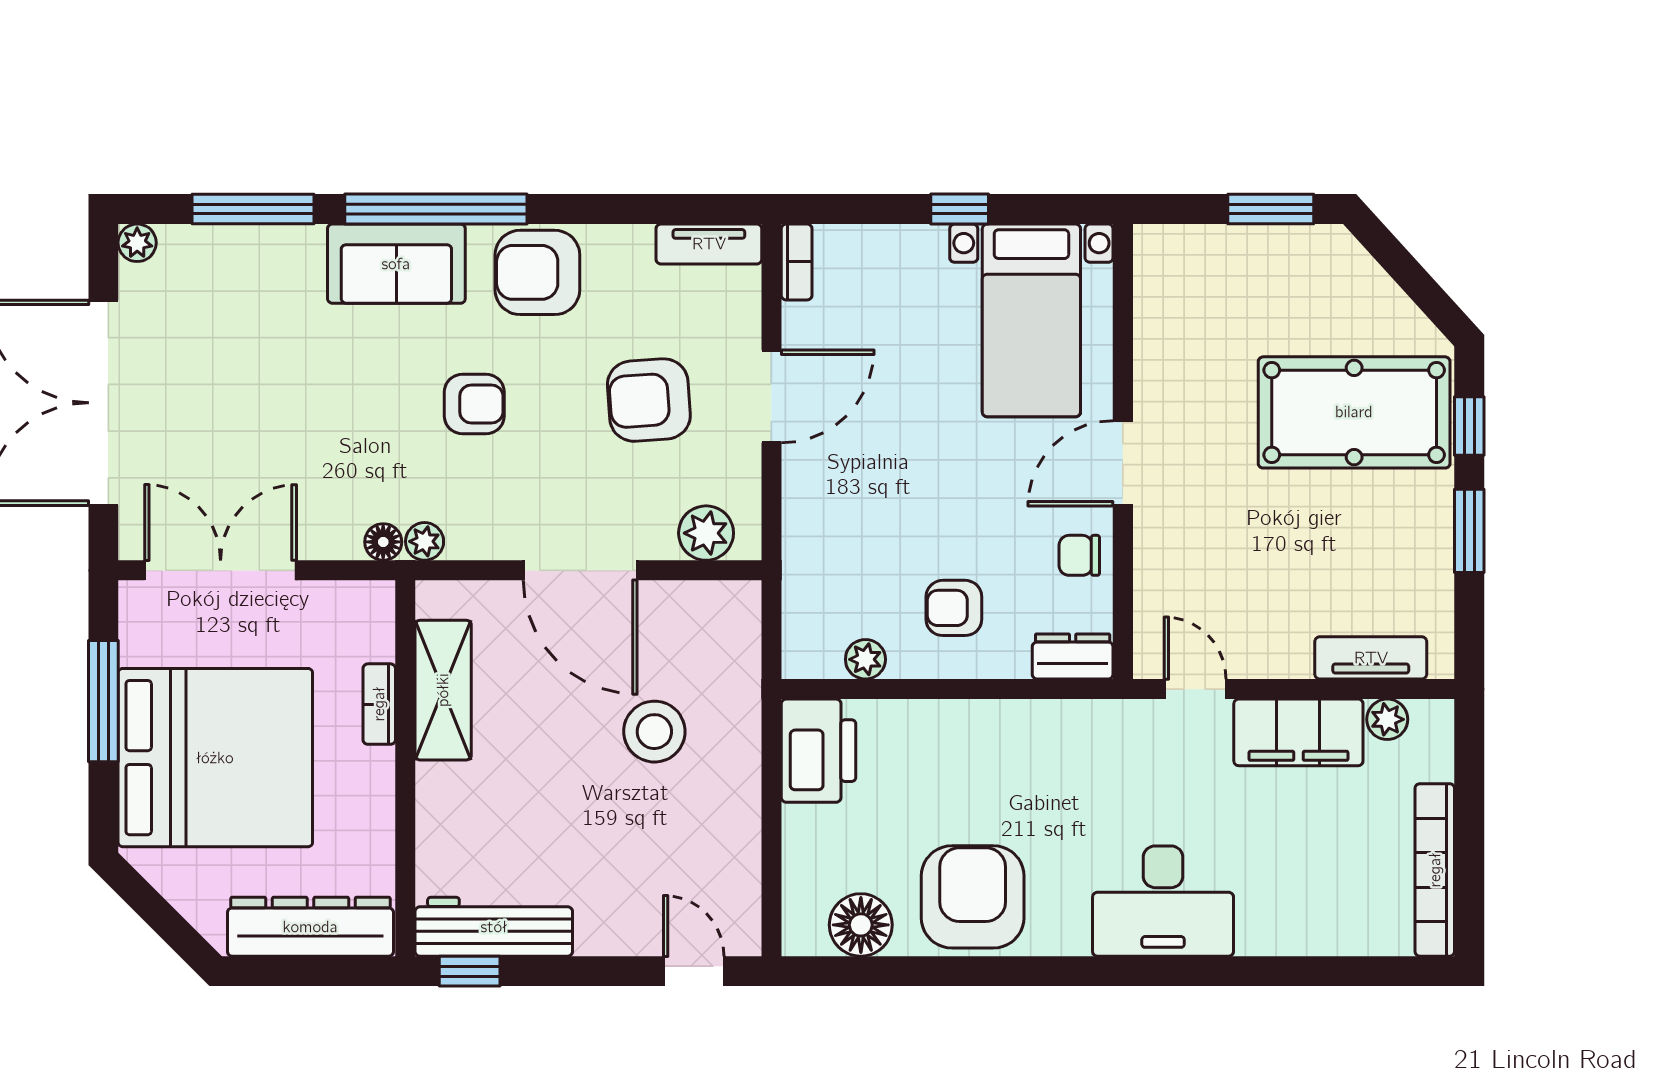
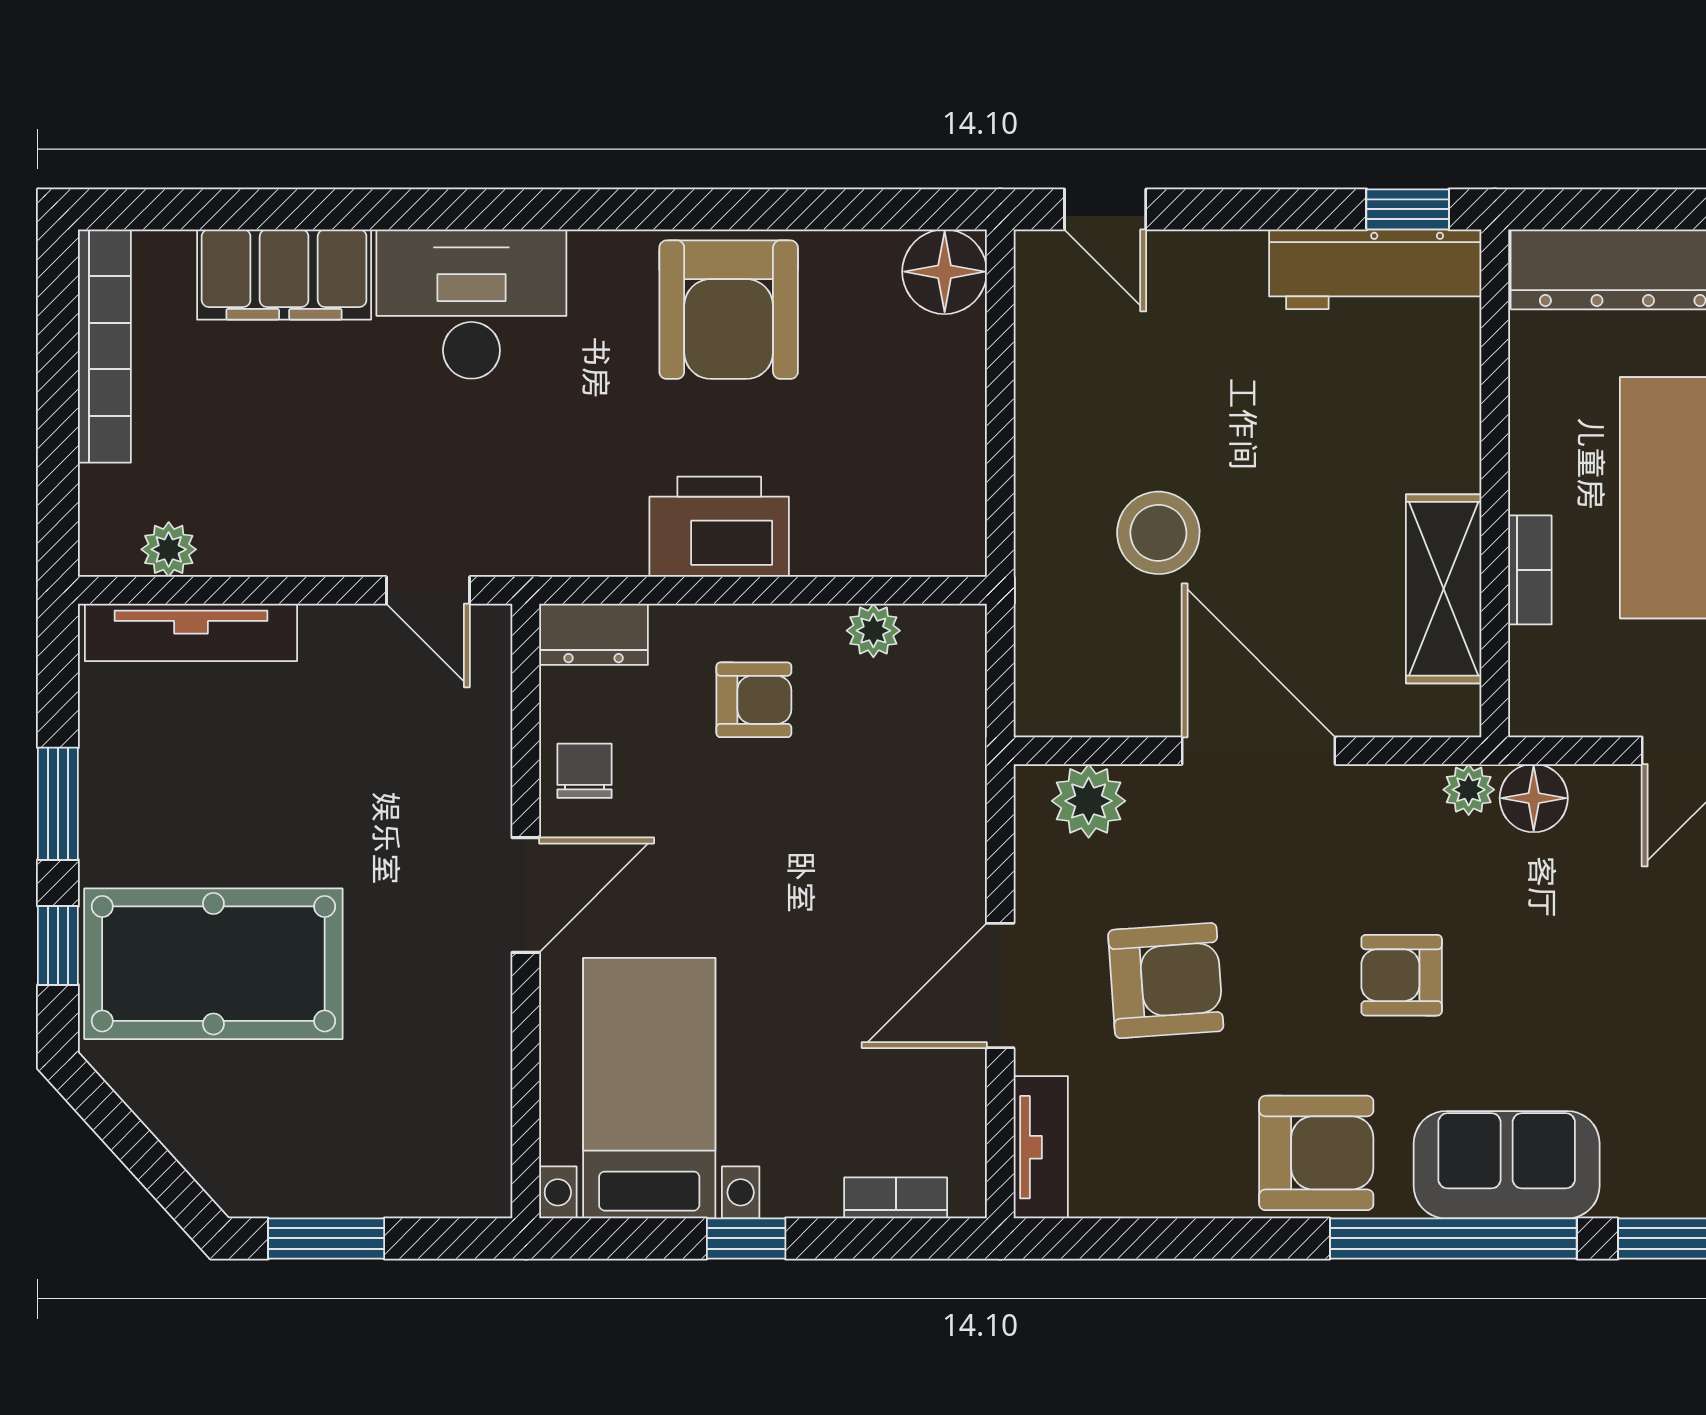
tv unit: (709, 244) -> (1041, 1147), moved, turned 90
bookcase: (797, 262) -> (896, 1198), moved, turned 90
floor lamp: (383, 542) -> (1534, 798), width x1.37, depth x1.37
chair: (1079, 555) -> (584, 771), turned -90
tv unit: (1371, 658) -> (191, 632), width x1.41
filing cabinet: (1298, 732) -> (284, 275), moved, turned 180
printer: (819, 751) -> (719, 527), moved, turned 90
floor lamp: (861, 925) -> (945, 272), moved

